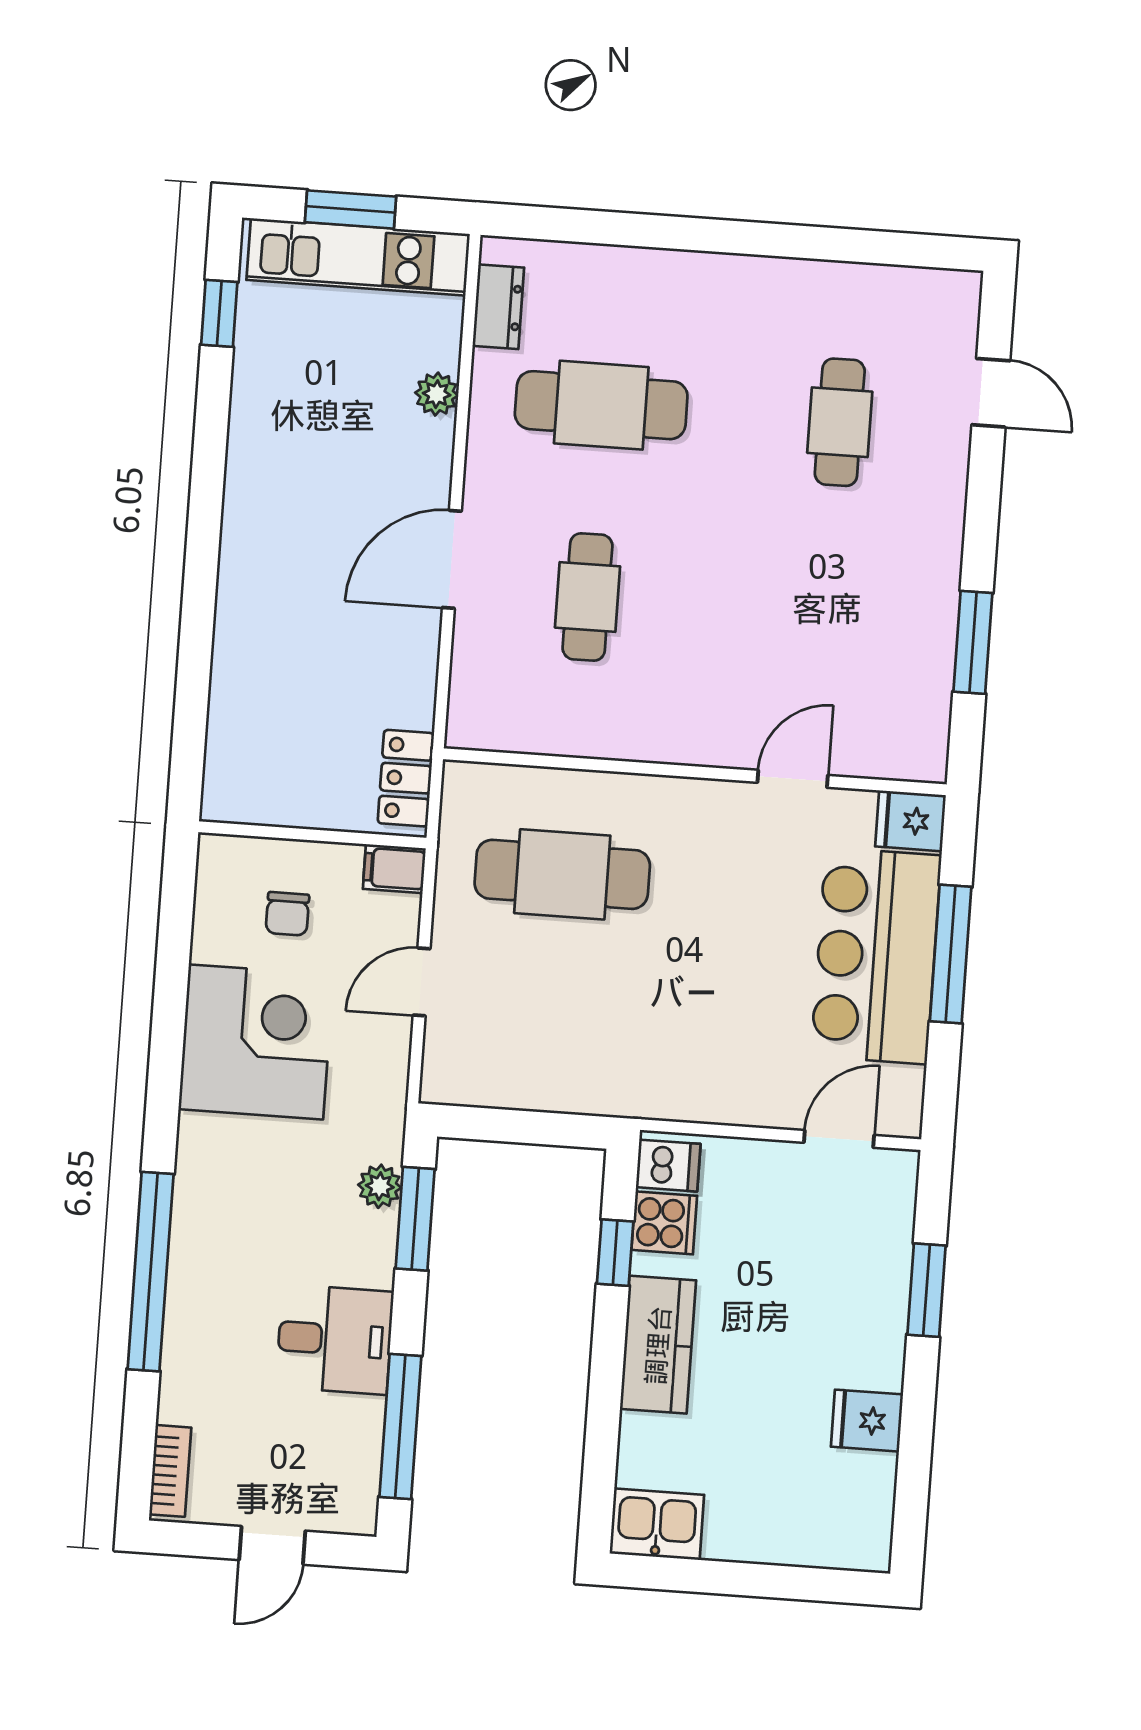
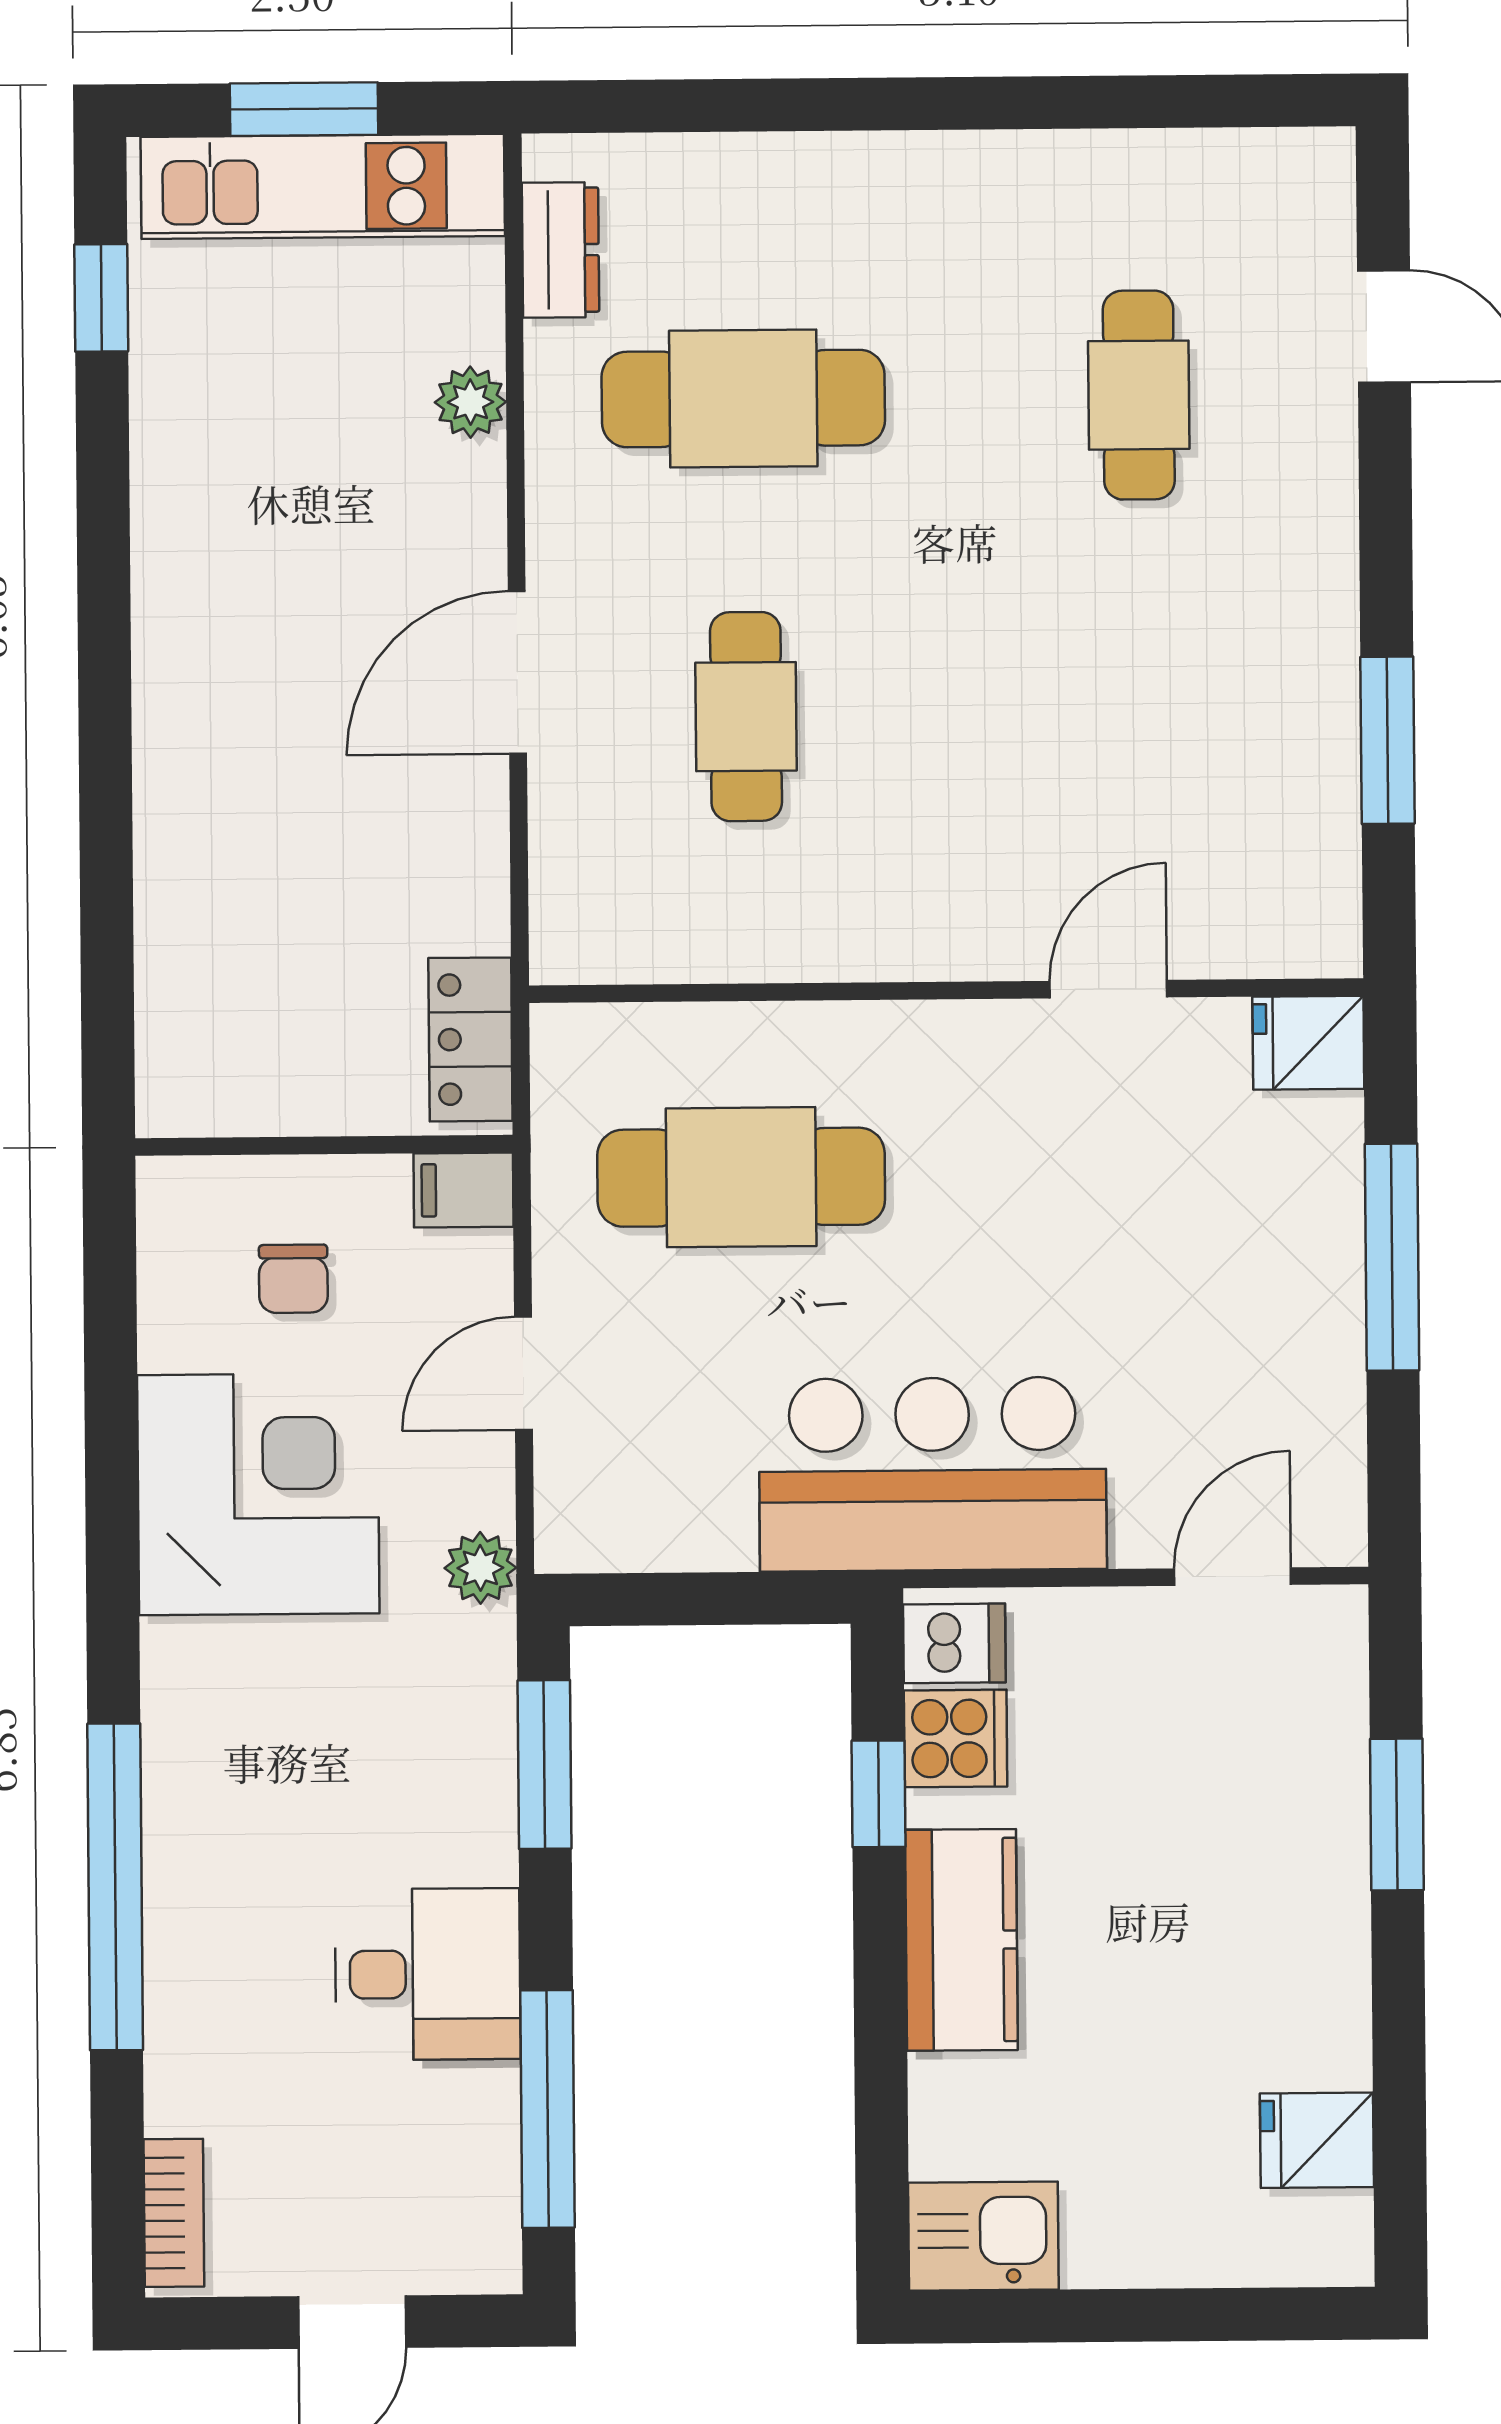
bar counter: (876, 956) -> (933, 1474), moved, turned 90
plant: (380, 1186) -> (480, 1568), moved
fridge: (867, 1421) -> (1317, 2140), moved

